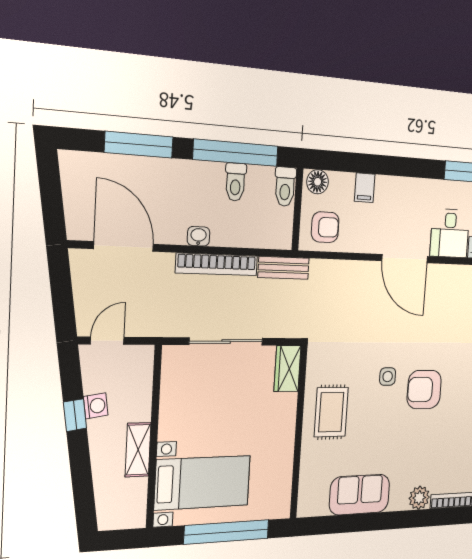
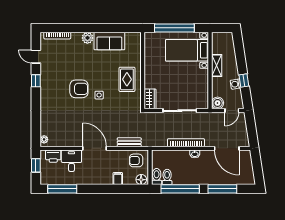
toilet: (235, 182) -> (167, 177), moved
bench: (284, 268) -> (129, 142), moved
boiler: (140, 359) -> (218, 103), added
plant: (419, 498) -> (87, 38), moved

